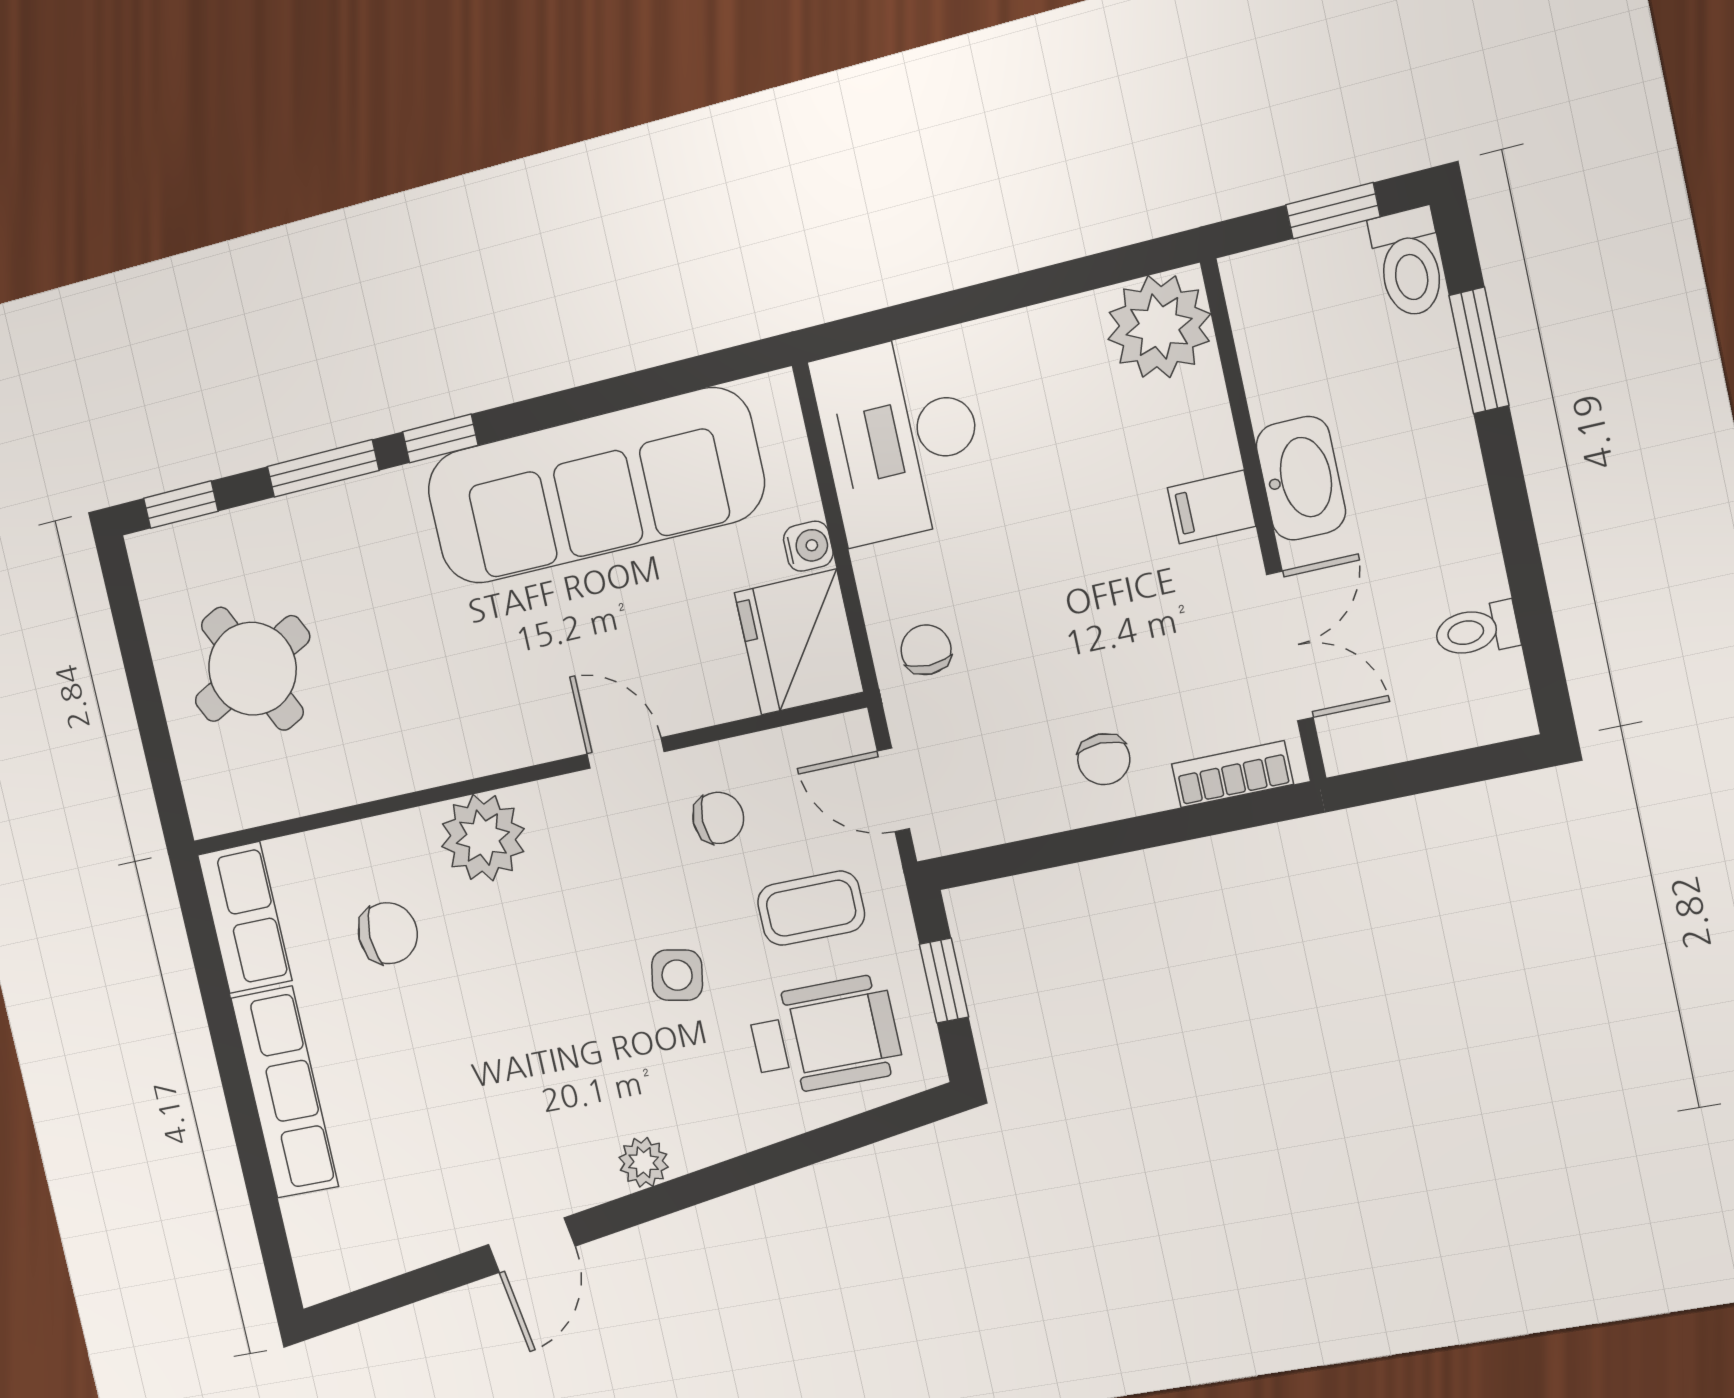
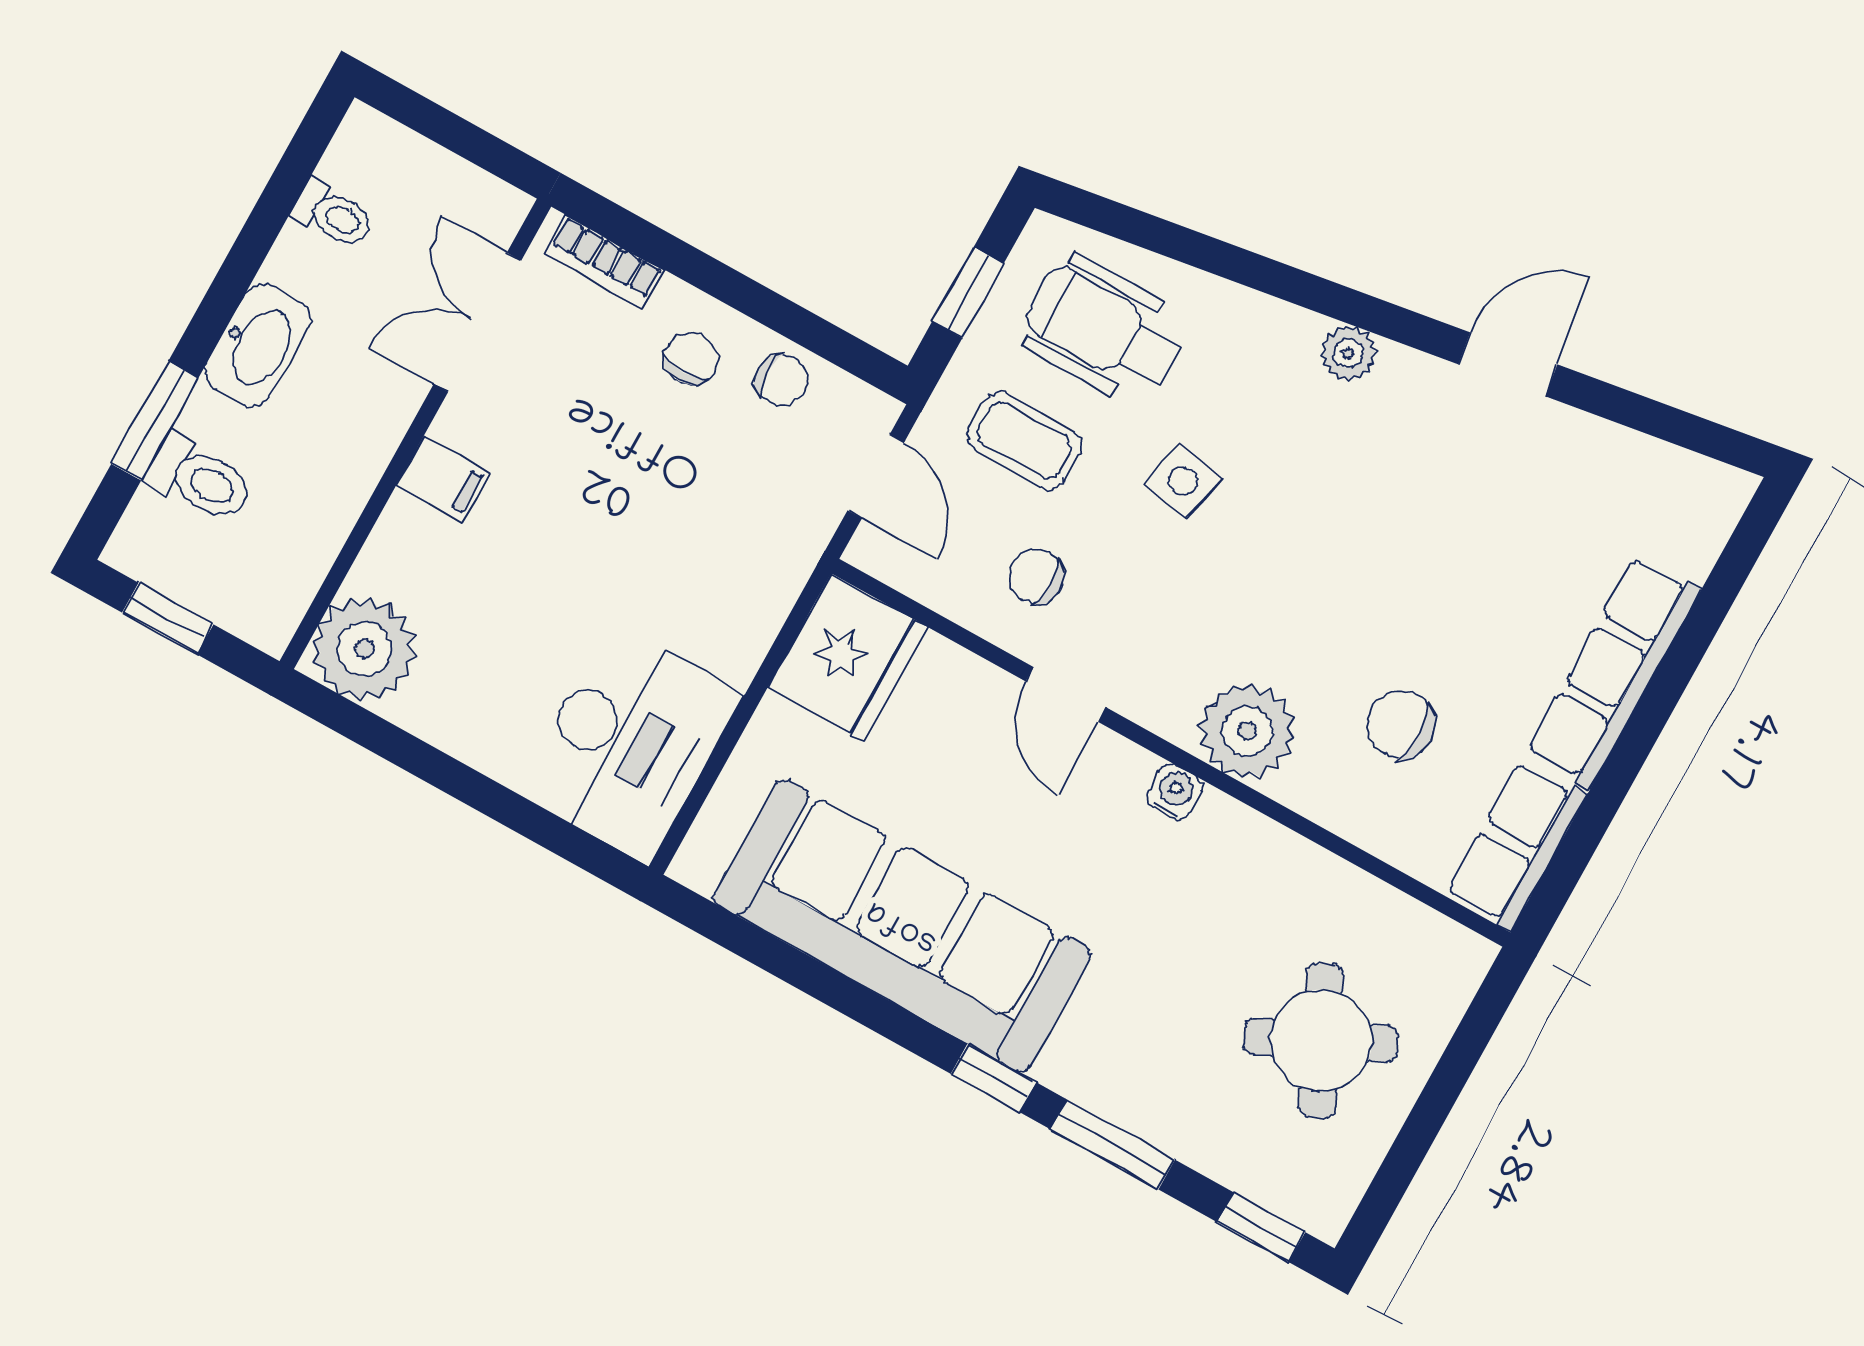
toilet: (1409, 263) -> (200, 479), moved, turned 90
washbasin: (1301, 478) -> (257, 345), moved, turned 180
water cooler: (808, 546) -> (1175, 792), moved, turned 90
chair: (926, 650) -> (781, 380), moved, turned -90

